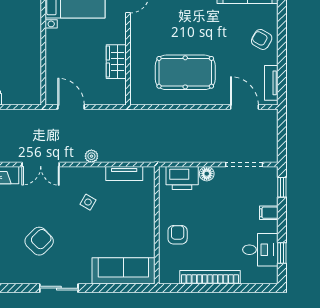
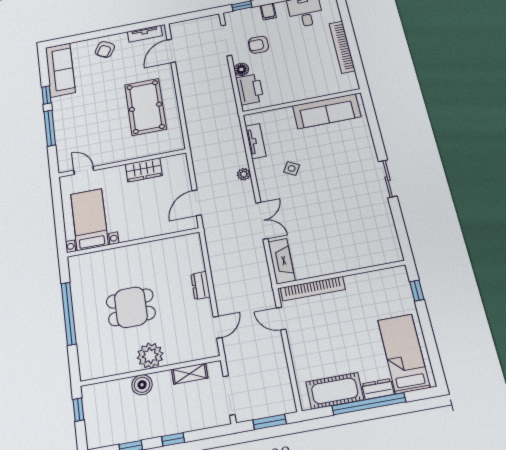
armchair: (178, 235) -> (258, 45), moved
armchair: (39, 241) -> (343, 207), removed
sofa: (123, 271) -> (327, 111), moved, turned -90

